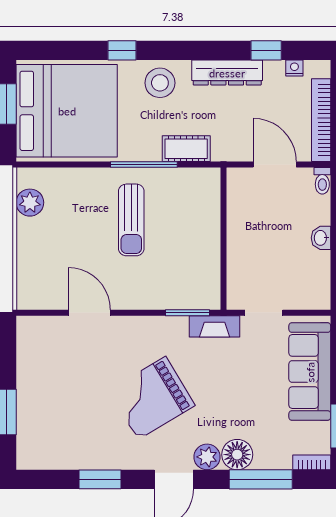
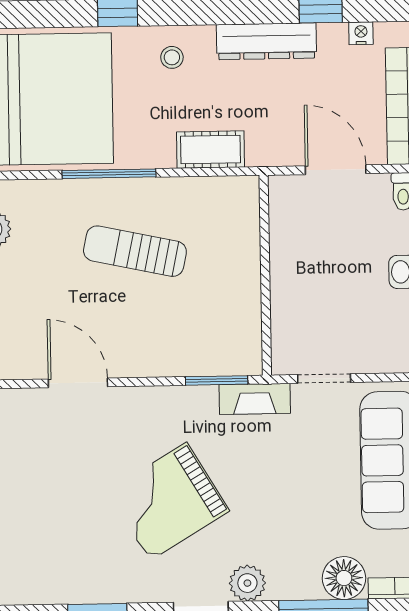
stool: (160, 83) -> (172, 57), width x0.53, depth x0.53
window: (144, 165) -> (109, 174), moved
sun lounger: (131, 220) -> (135, 251), turned 102
floor lamp: (237, 455) -> (344, 578), moved

